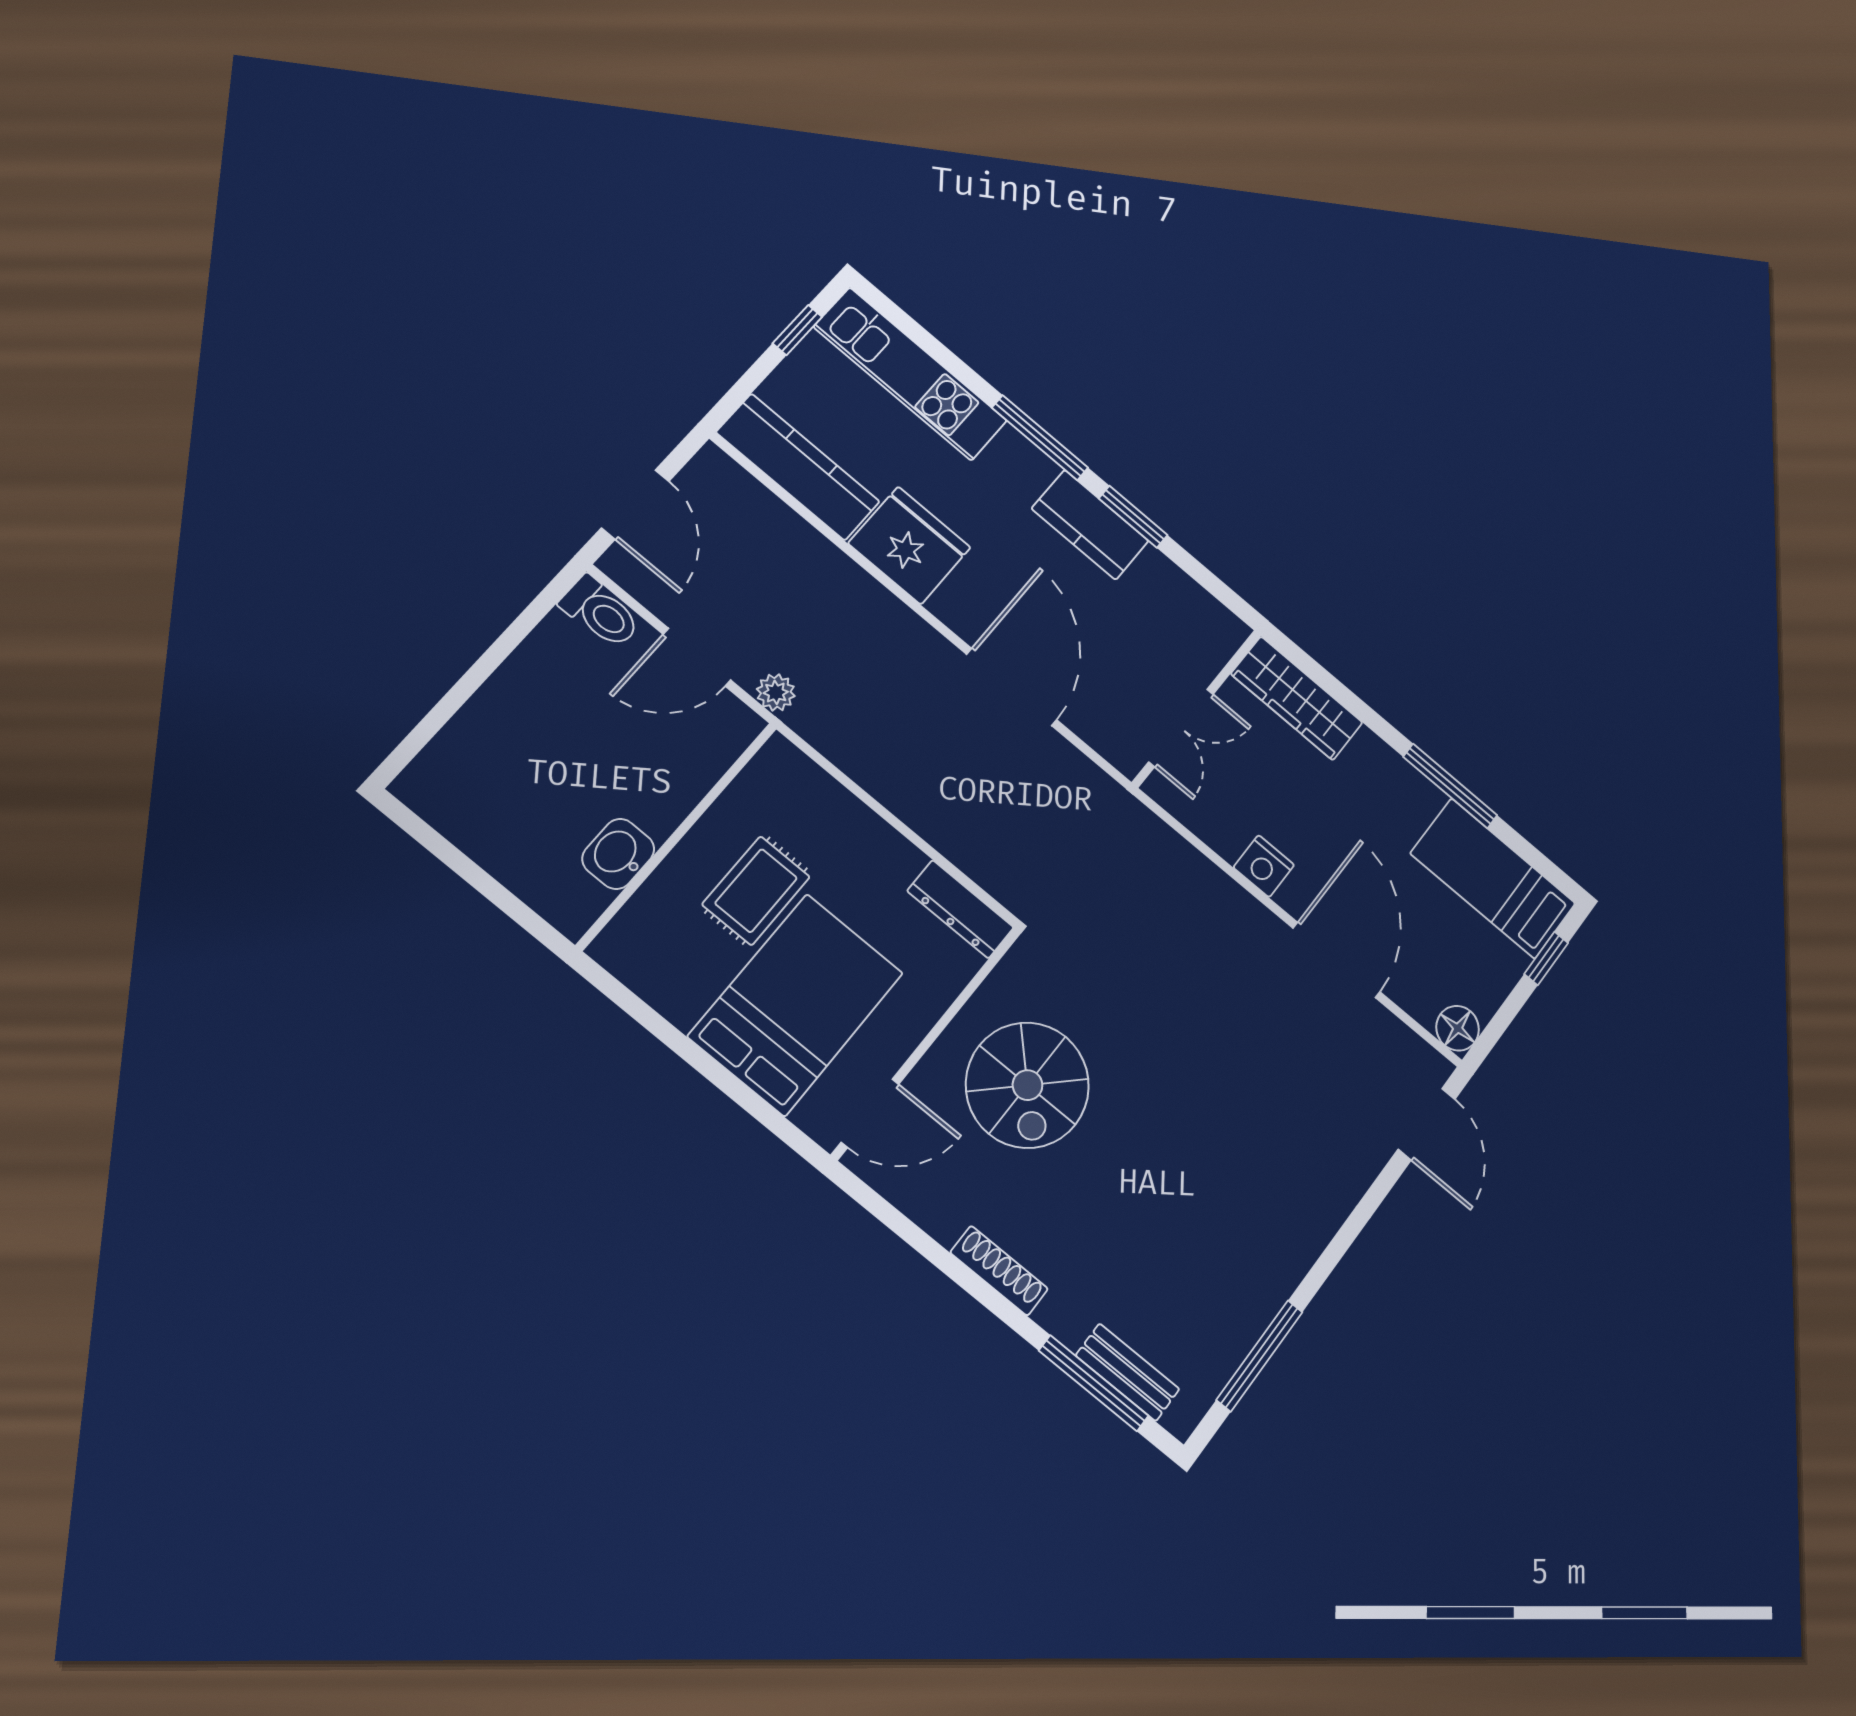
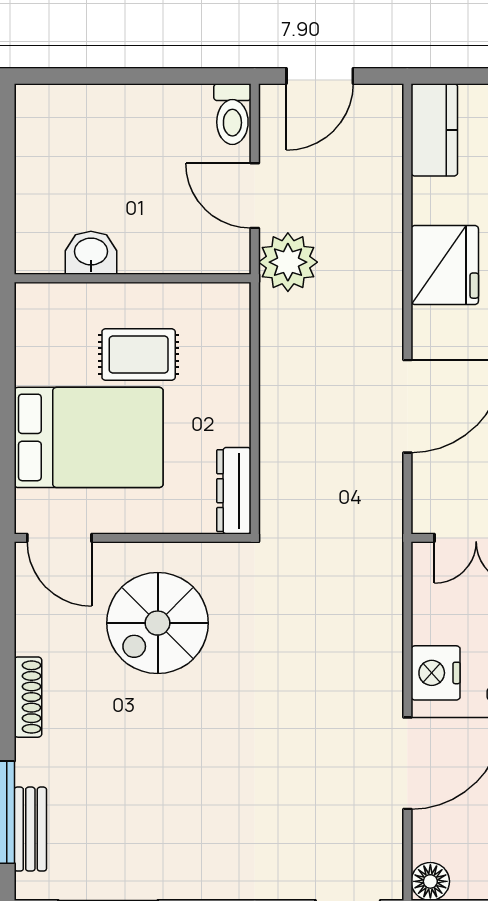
kitchen counter: (798, 467) -> (434, 130), width x0.67
plant: (776, 692) -> (288, 262), width x1.88, depth x1.88
nightstand: (1264, 866) -> (436, 673), width x1.36, depth x1.33

